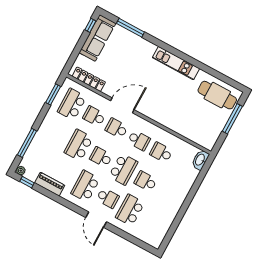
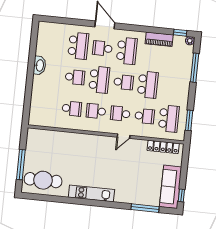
door: (122, 105) -> (124, 136), width x0.53
school desk: (117, 128) -> (120, 114), turned 180
washbasin: (200, 160) -> (40, 65), moved
school desk: (123, 169) -> (99, 80), turned 180

